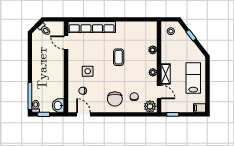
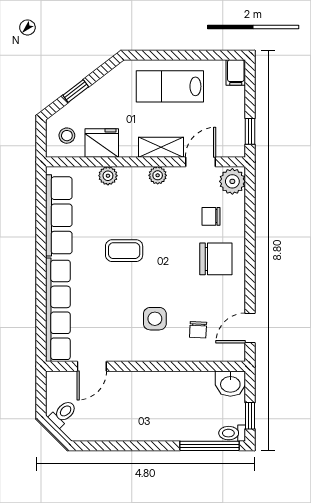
row of seats: (135, 27) -> (59, 215), added
fridge: (168, 47) -> (102, 143), added

